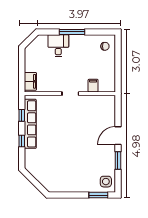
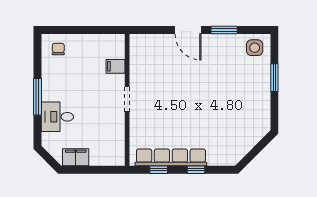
filing cabinet: (30, 81) -> (76, 157), moved
window: (98, 195) -> (274, 78), moved

